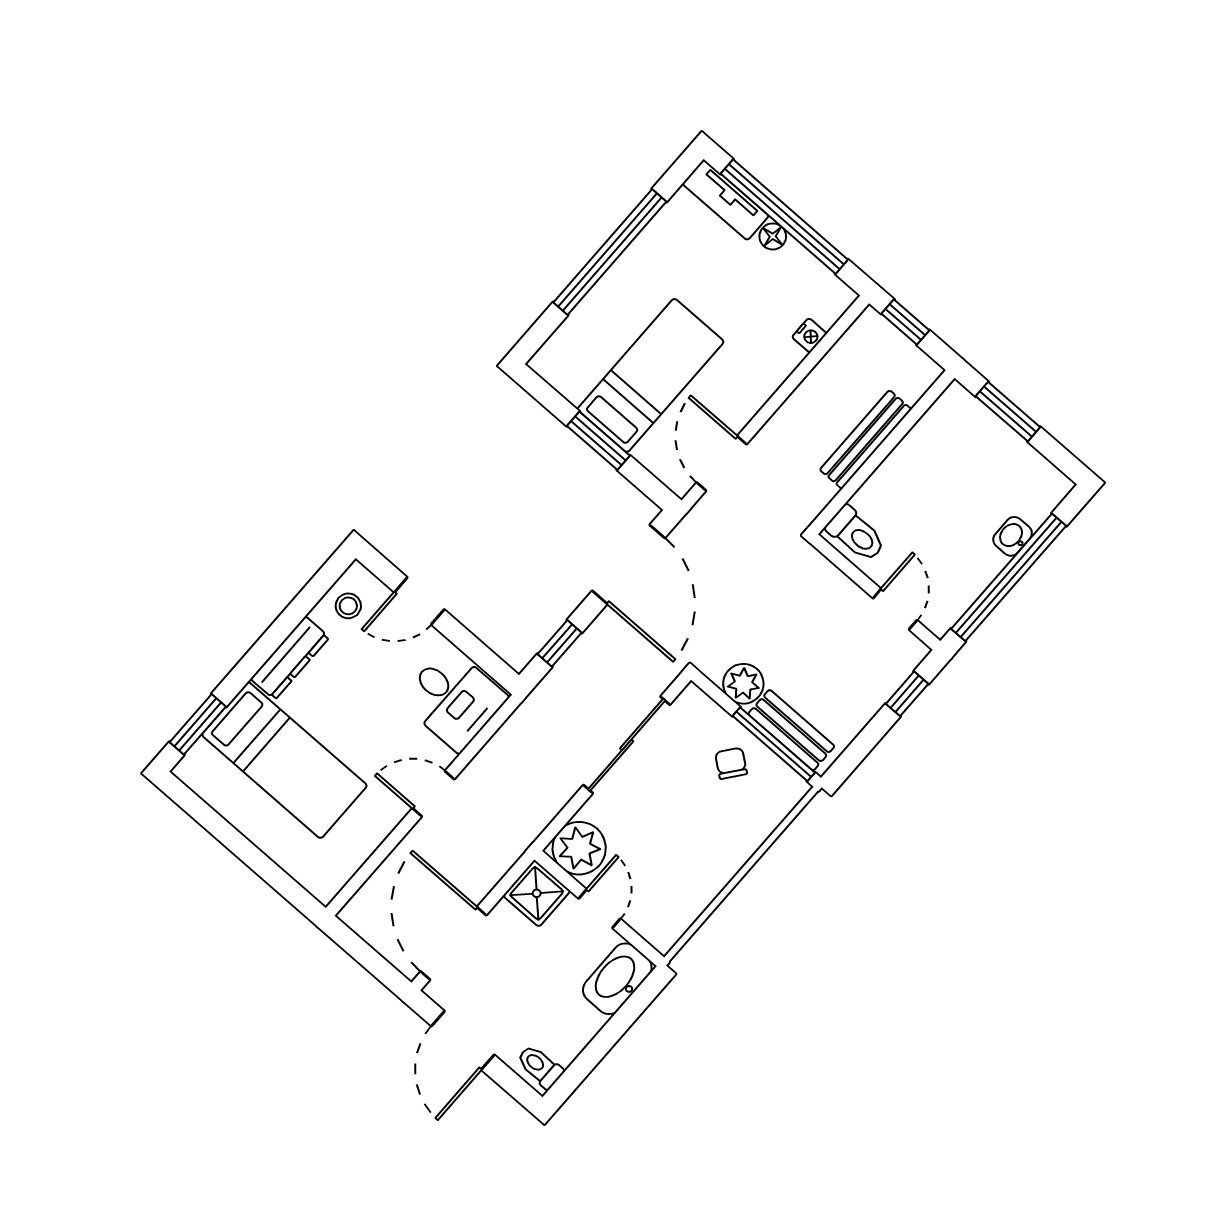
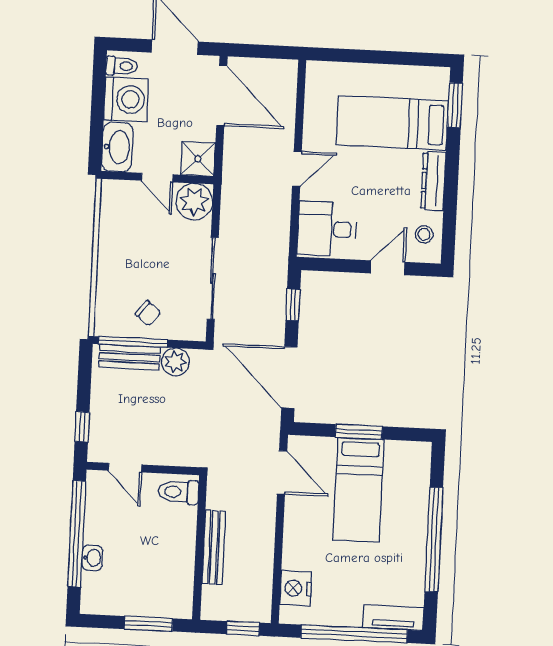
floor lamp: (773, 236) -> (352, 618), removed
nightstand: (809, 335) -> (296, 588), width x1.89, depth x1.79
washing machine: (565, 1025) -> (126, 99), added

